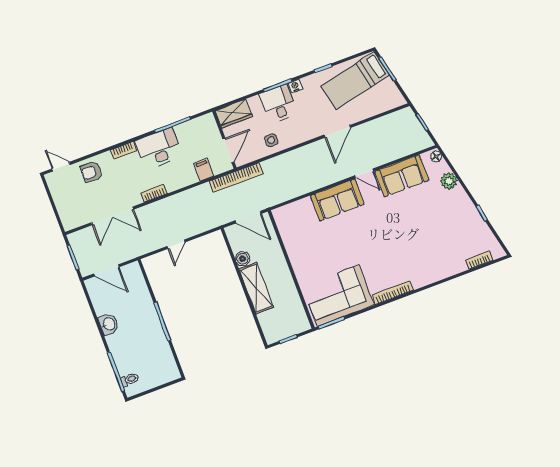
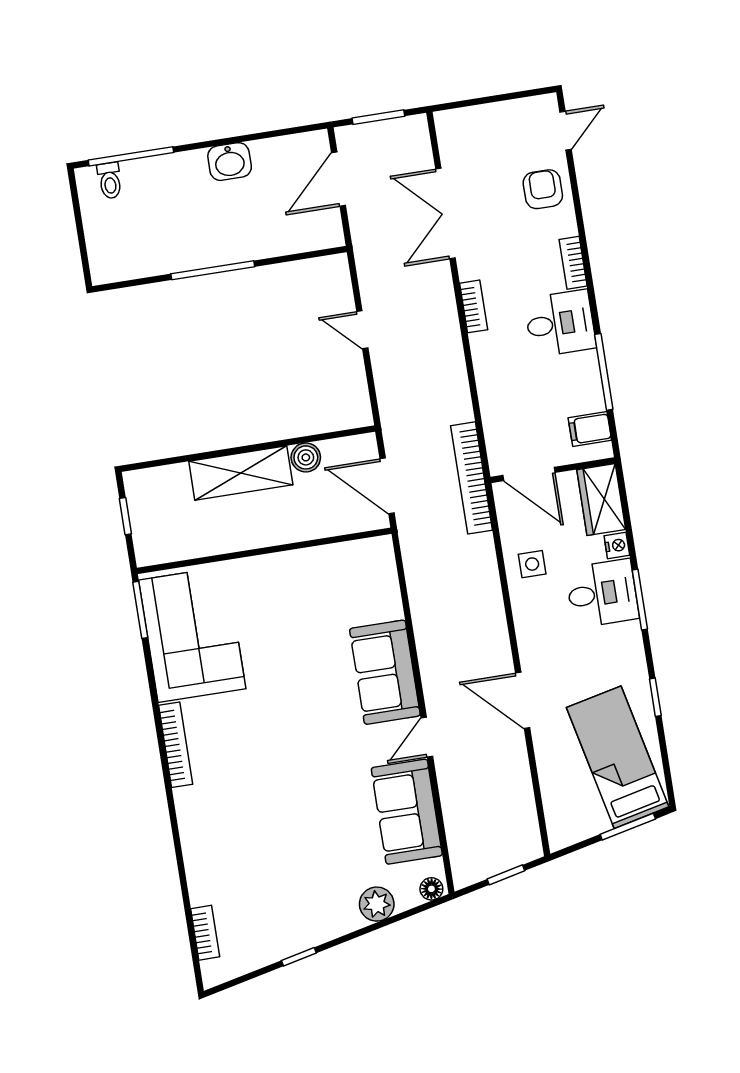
nightstand: (295, 86) -> (617, 545), moved
desk: (159, 148) -> (560, 323), width x0.73
filing cabinet: (204, 170) -> (590, 429), moved, turned 180
door: (248, 217) -> (387, 486), hinge flipped

